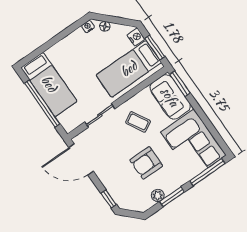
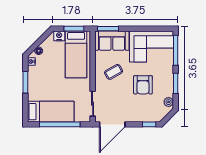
window: (61, 36) -> (25, 82), added
sliding door: (100, 115) -> (93, 104), moved
plant: (158, 195) -> (169, 102), moved

